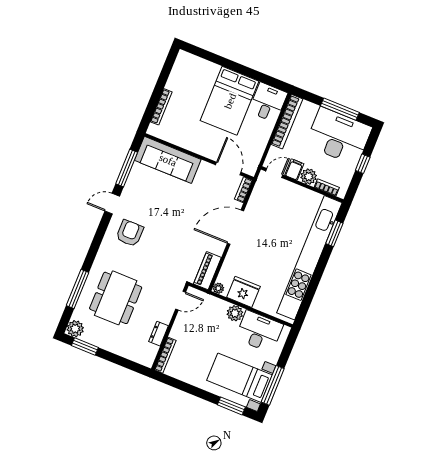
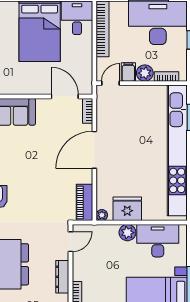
dresser: (159, 334) -> (62, 277), width x1.44

